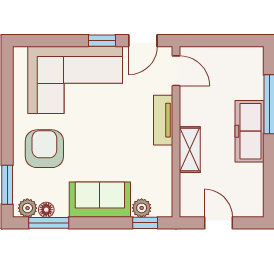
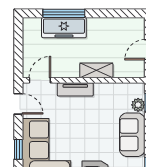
window: (102, 41) -> (18, 149), moved
freezer: (249, 131) -> (64, 28), moved

